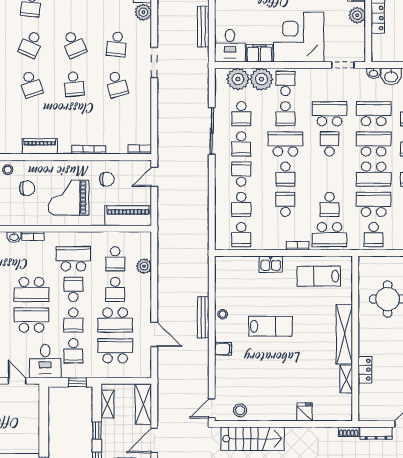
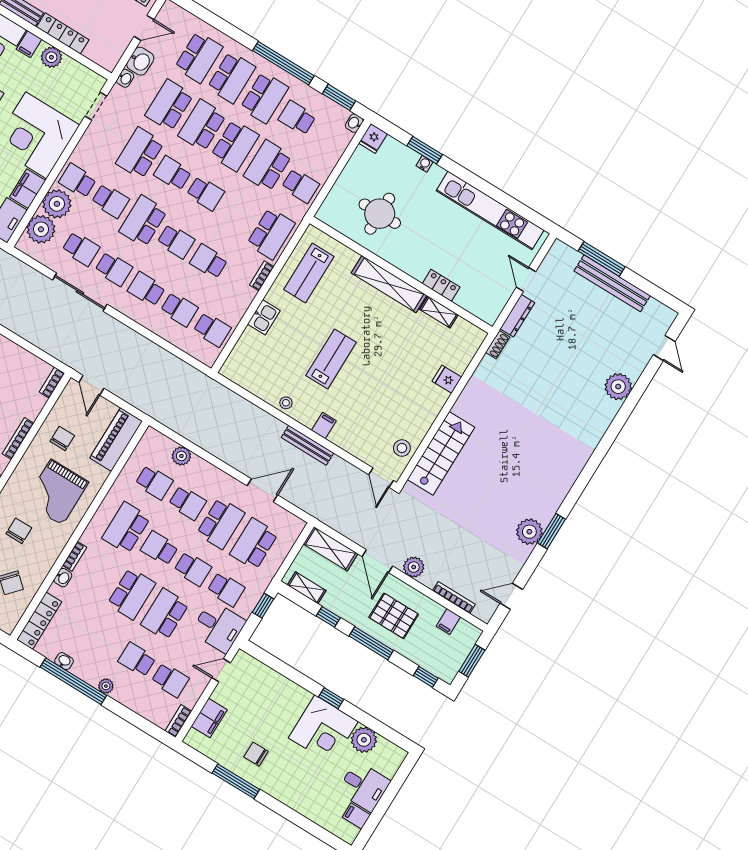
school desk: (329, 204) -> (205, 193), moved
bench: (203, 317) -> (308, 445), moved

